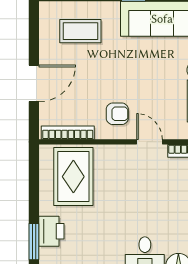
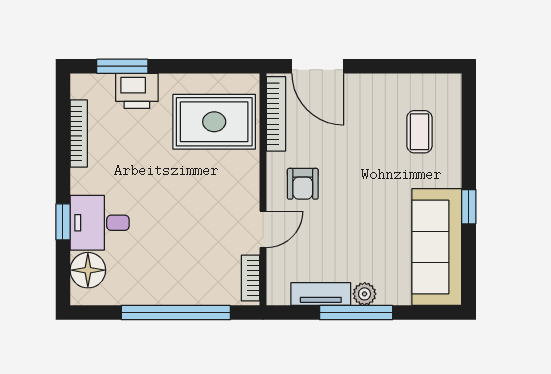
coffee table: (80, 31) -> (419, 132), width x0.73, depth x0.77
door: (34, 83) -> (318, 66), moved

